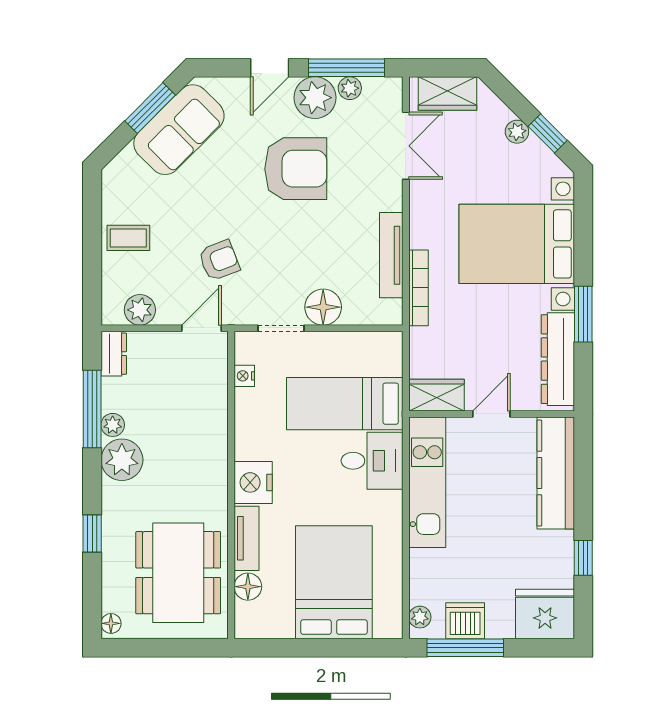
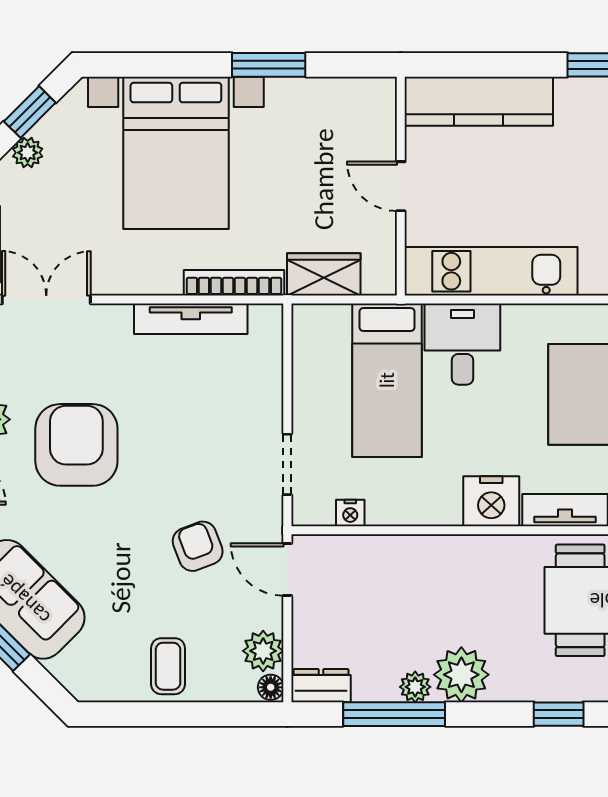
floor lamp: (323, 307) -> (271, 687), moved, width x0.53, depth x0.53
dresser: (558, 359) -> (328, 98), removed
wardrobe: (436, 395) -> (324, 274), moved, turned 90

